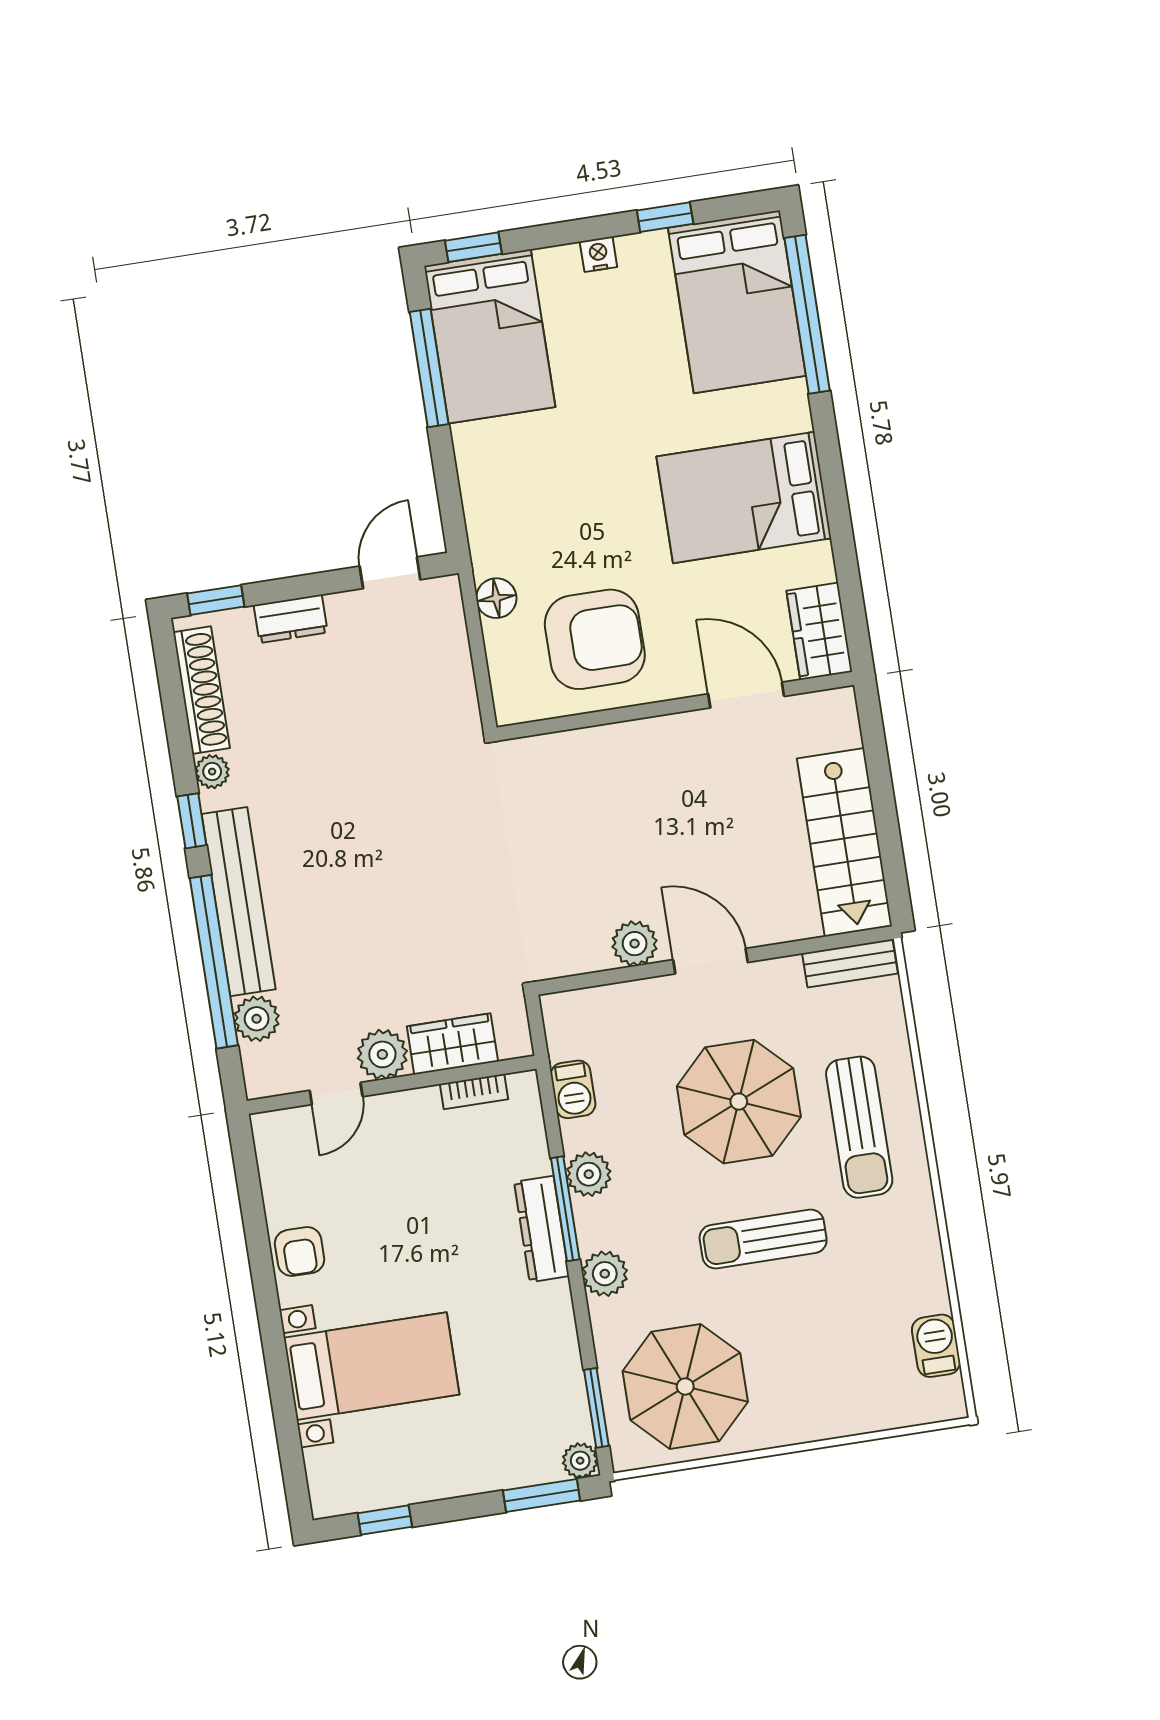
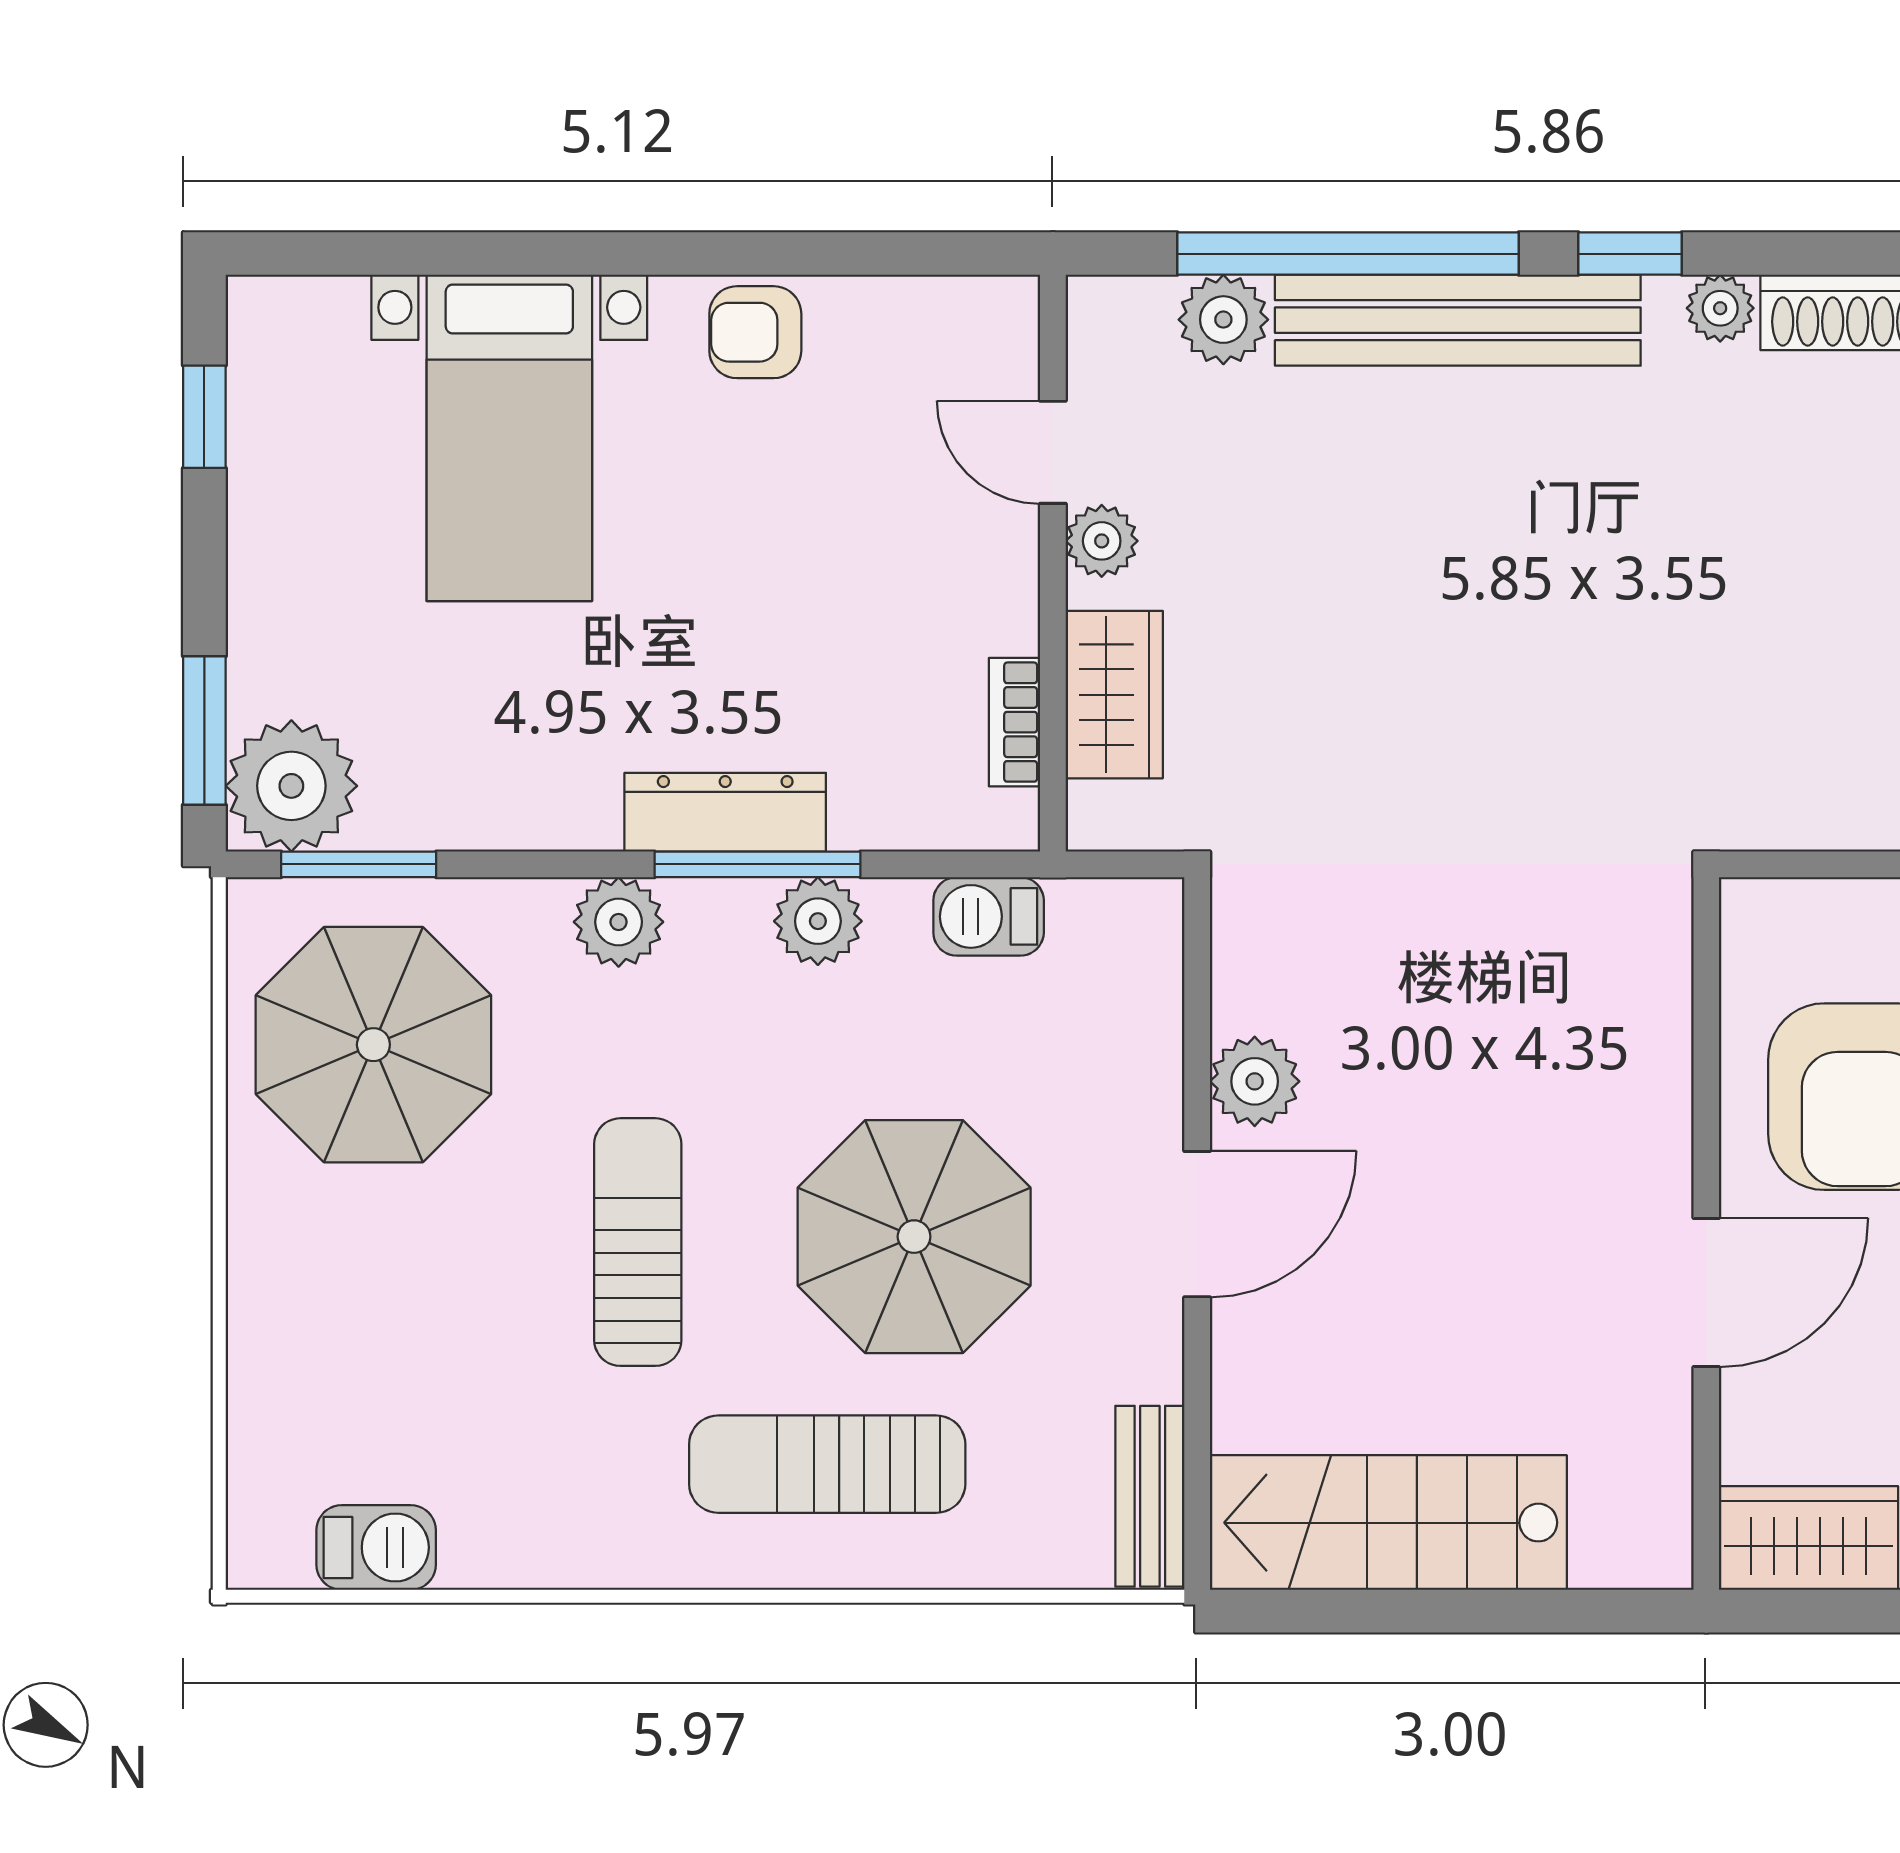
door: (746, 695) -> (1706, 1293), moved
plant: (382, 1054) -> (1102, 541), width x0.73, depth x0.73
plant: (580, 1461) -> (291, 786), width x1.87, depth x1.87

